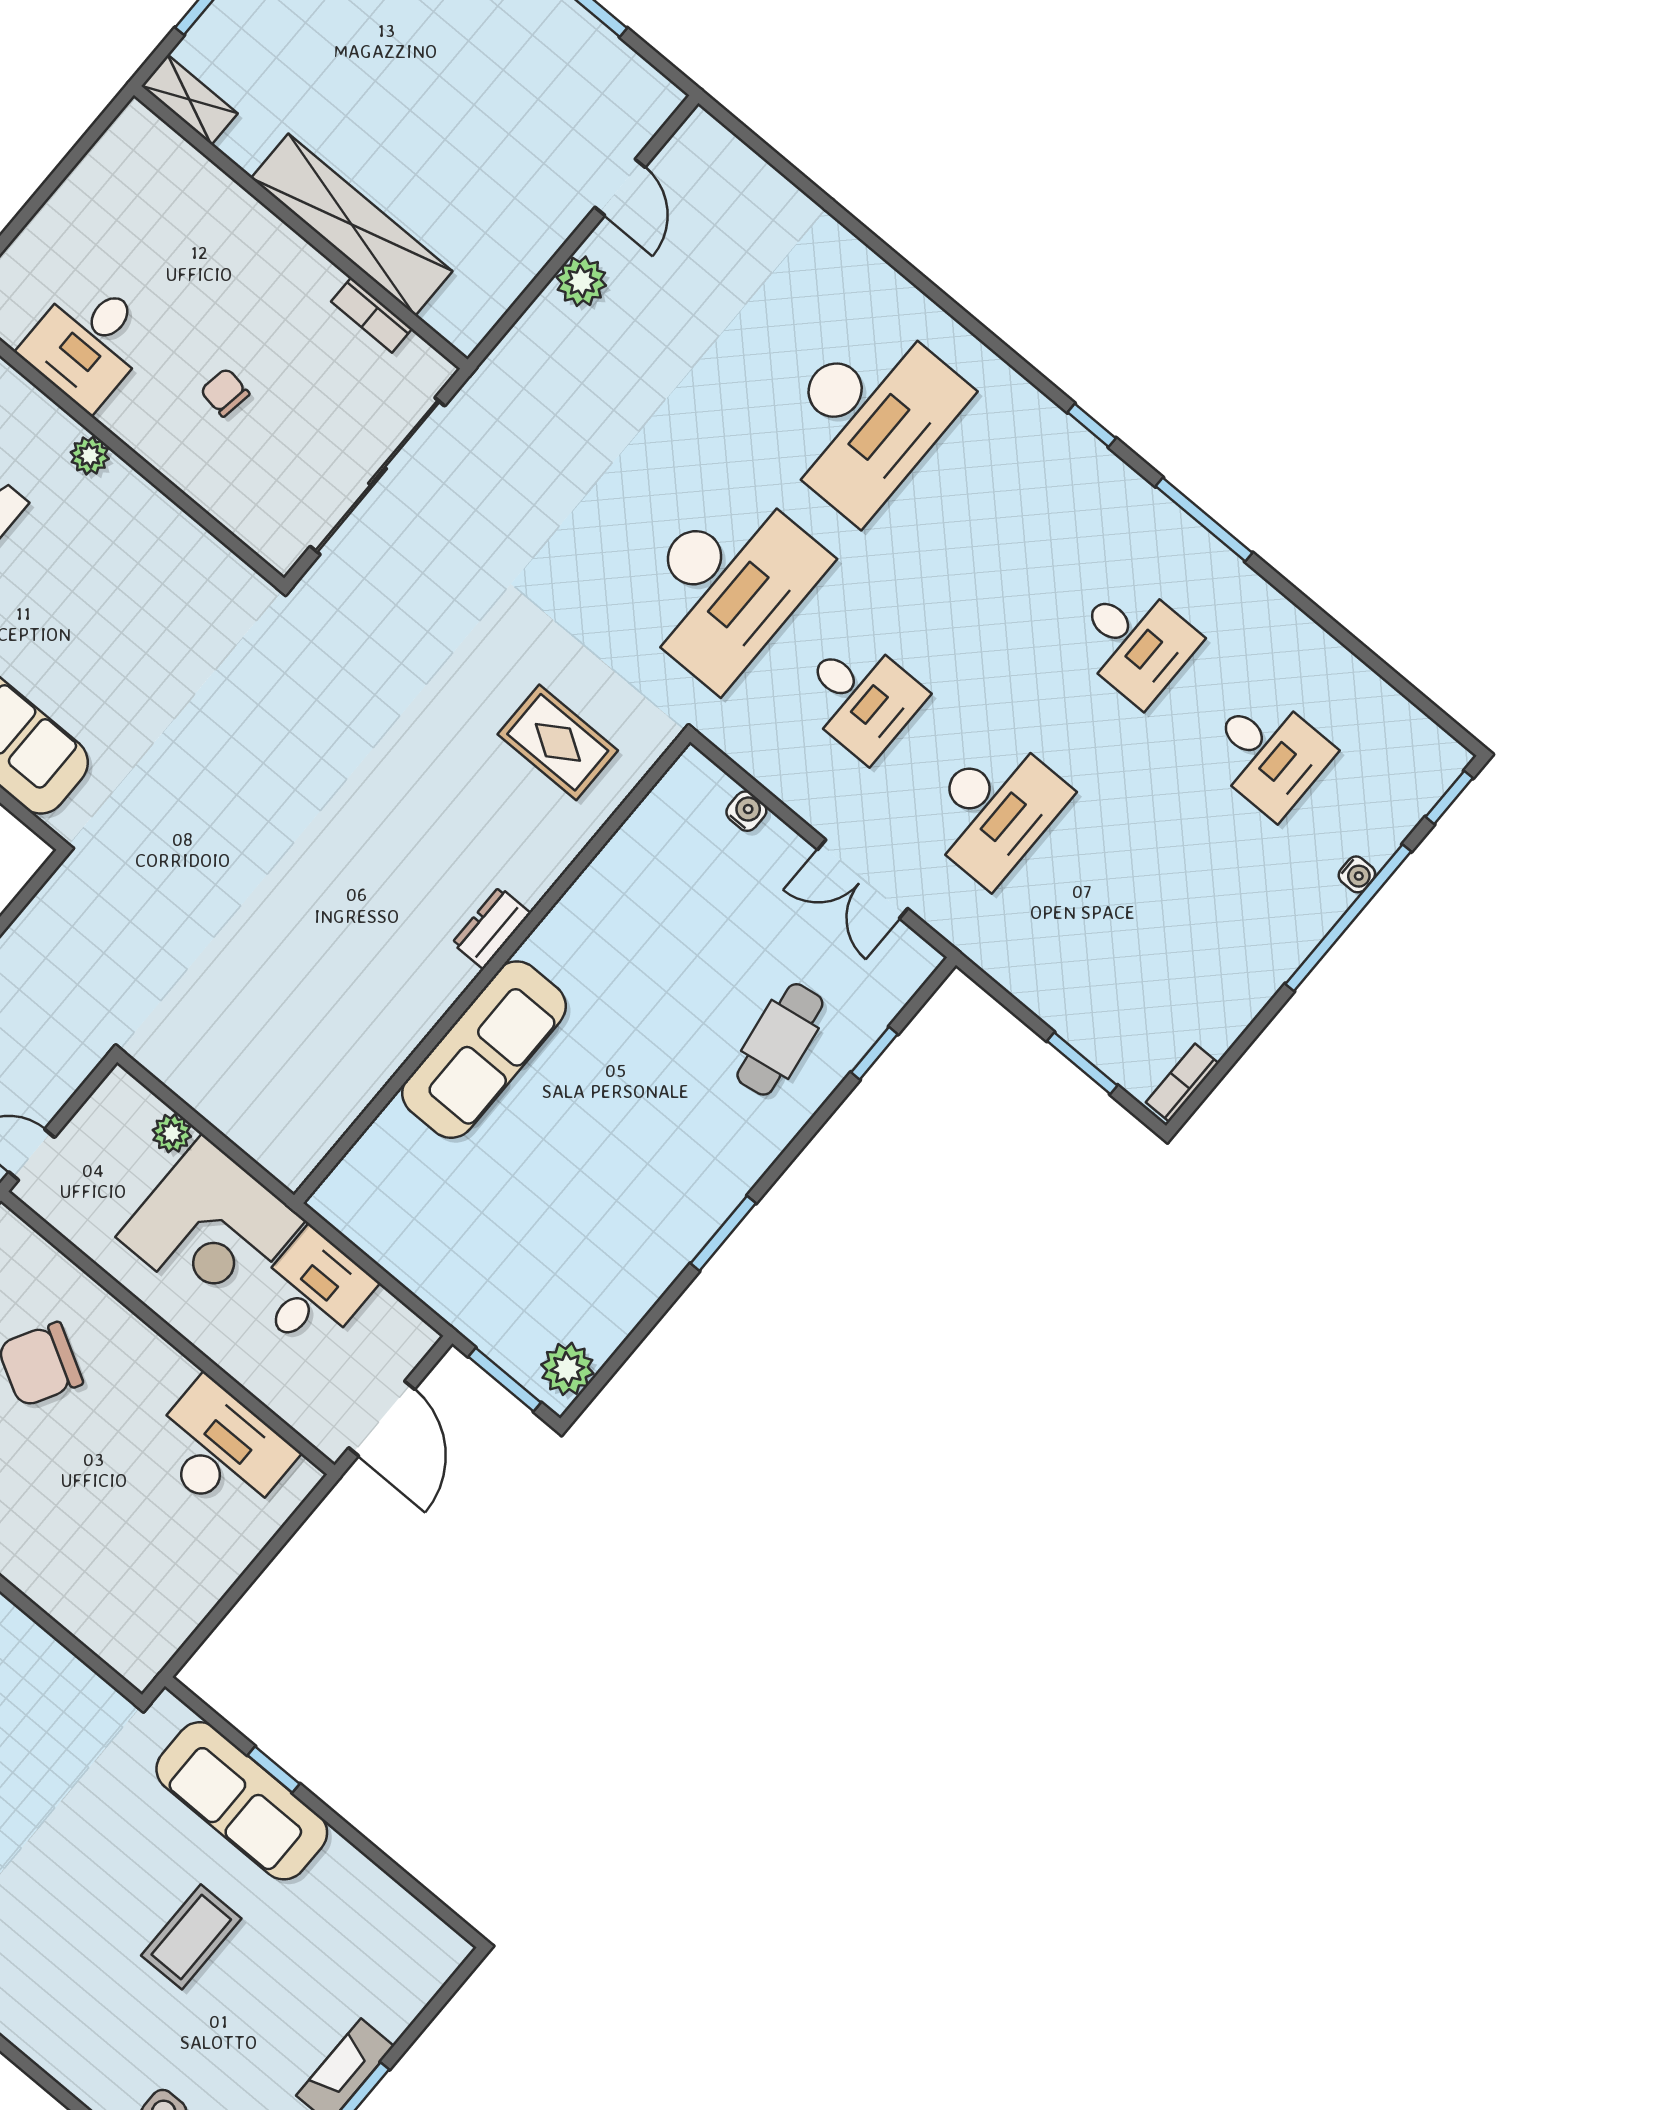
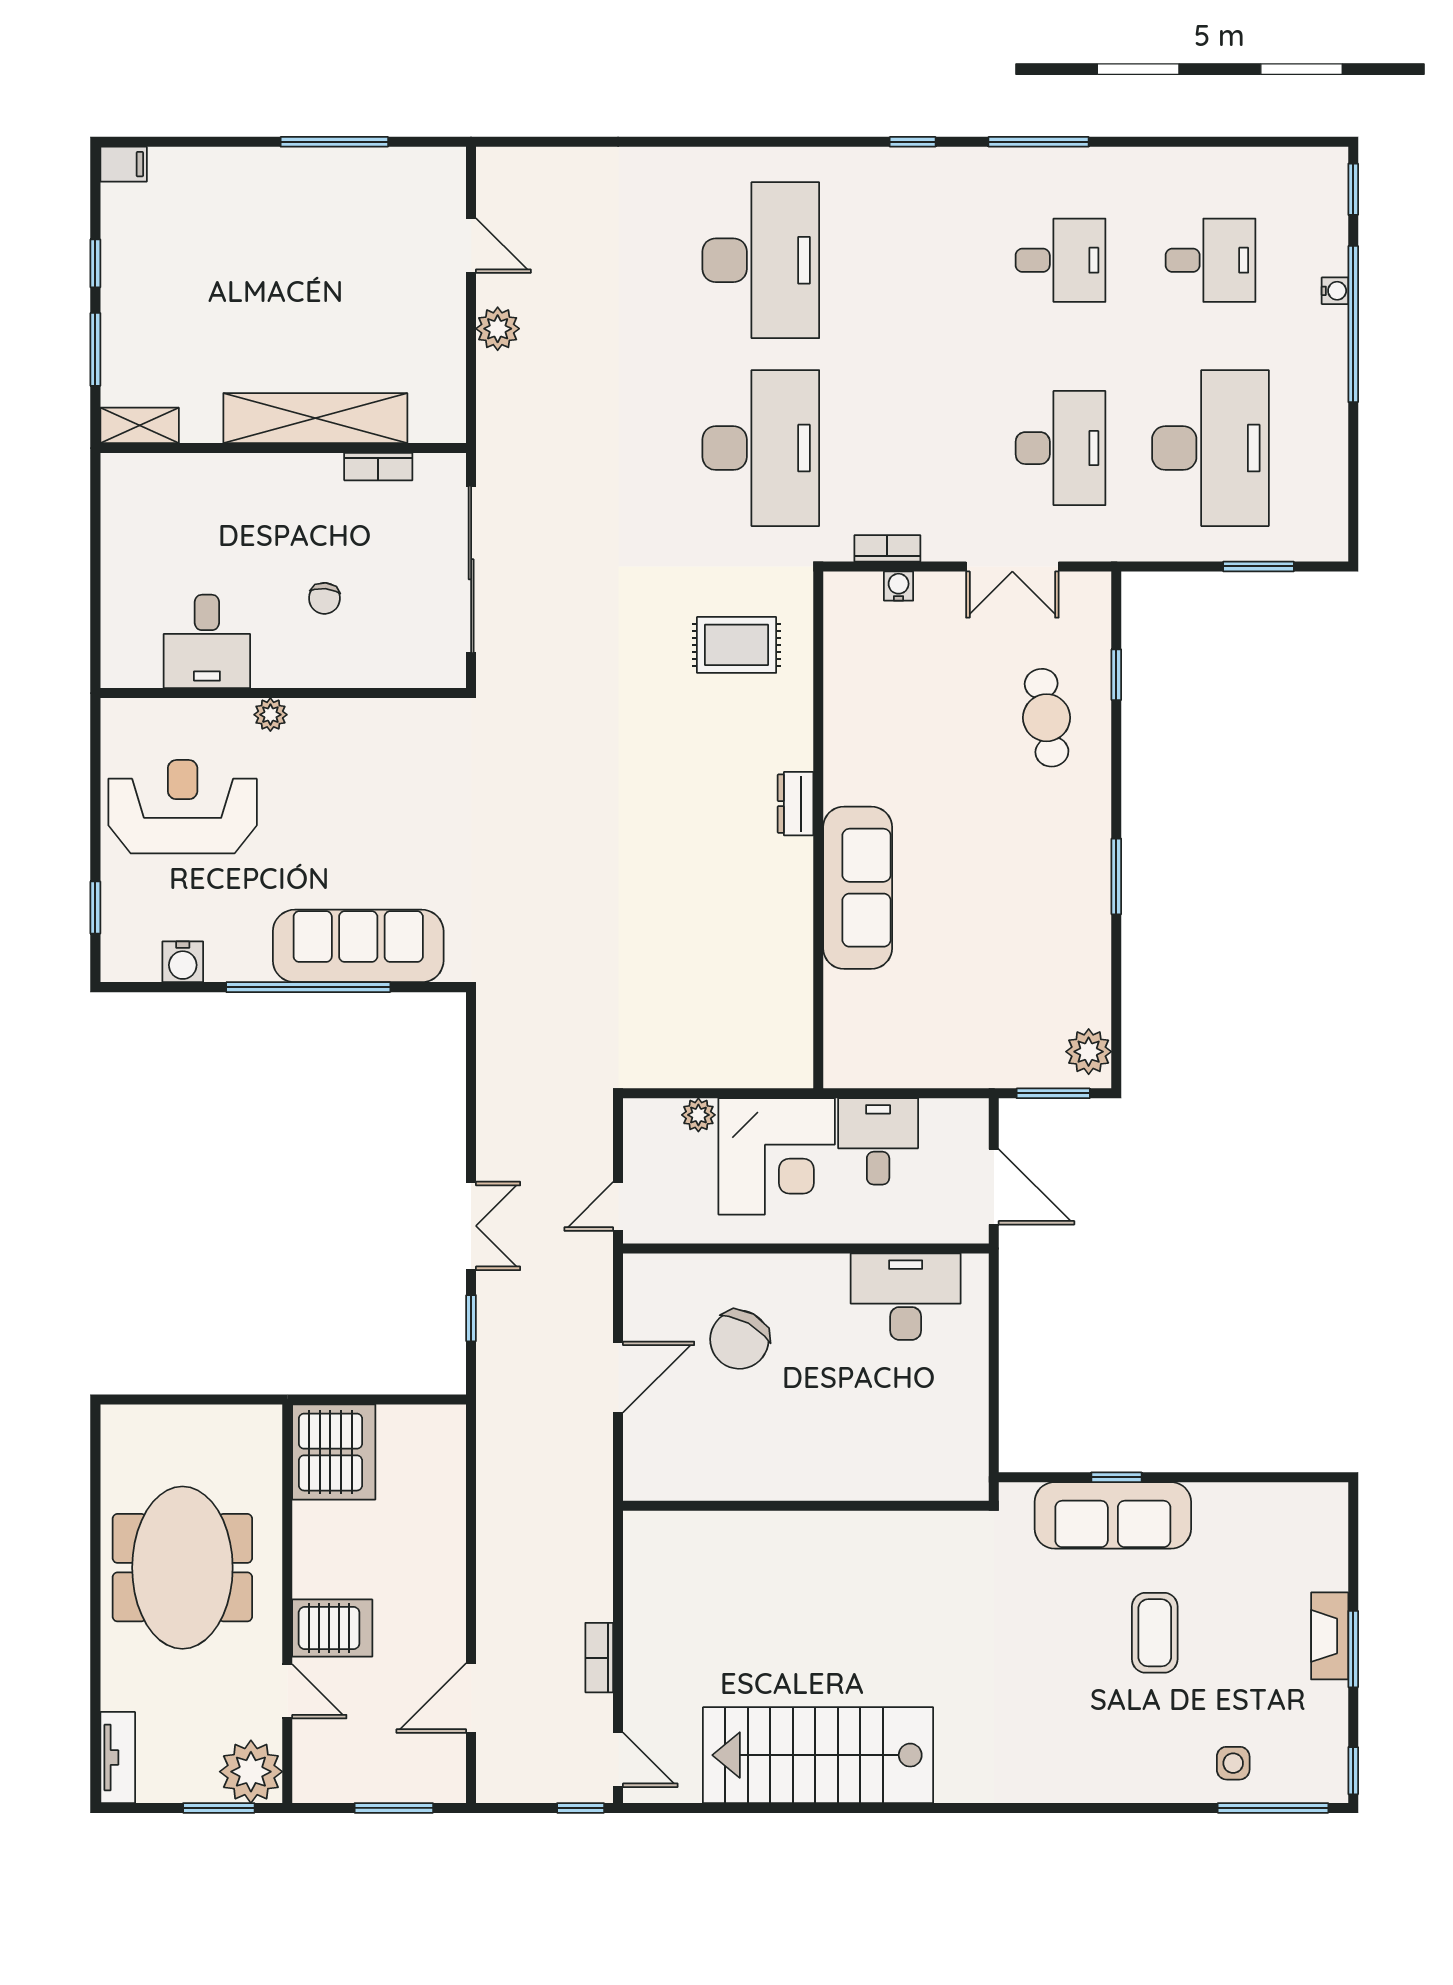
chair: (225, 392) -> (324, 598), turned -94
desk: (861, 697) -> (1210, 448), moved, width x1.87, depth x1.30
bookcase: (1182, 1083) -> (887, 548), moved, turned 90

